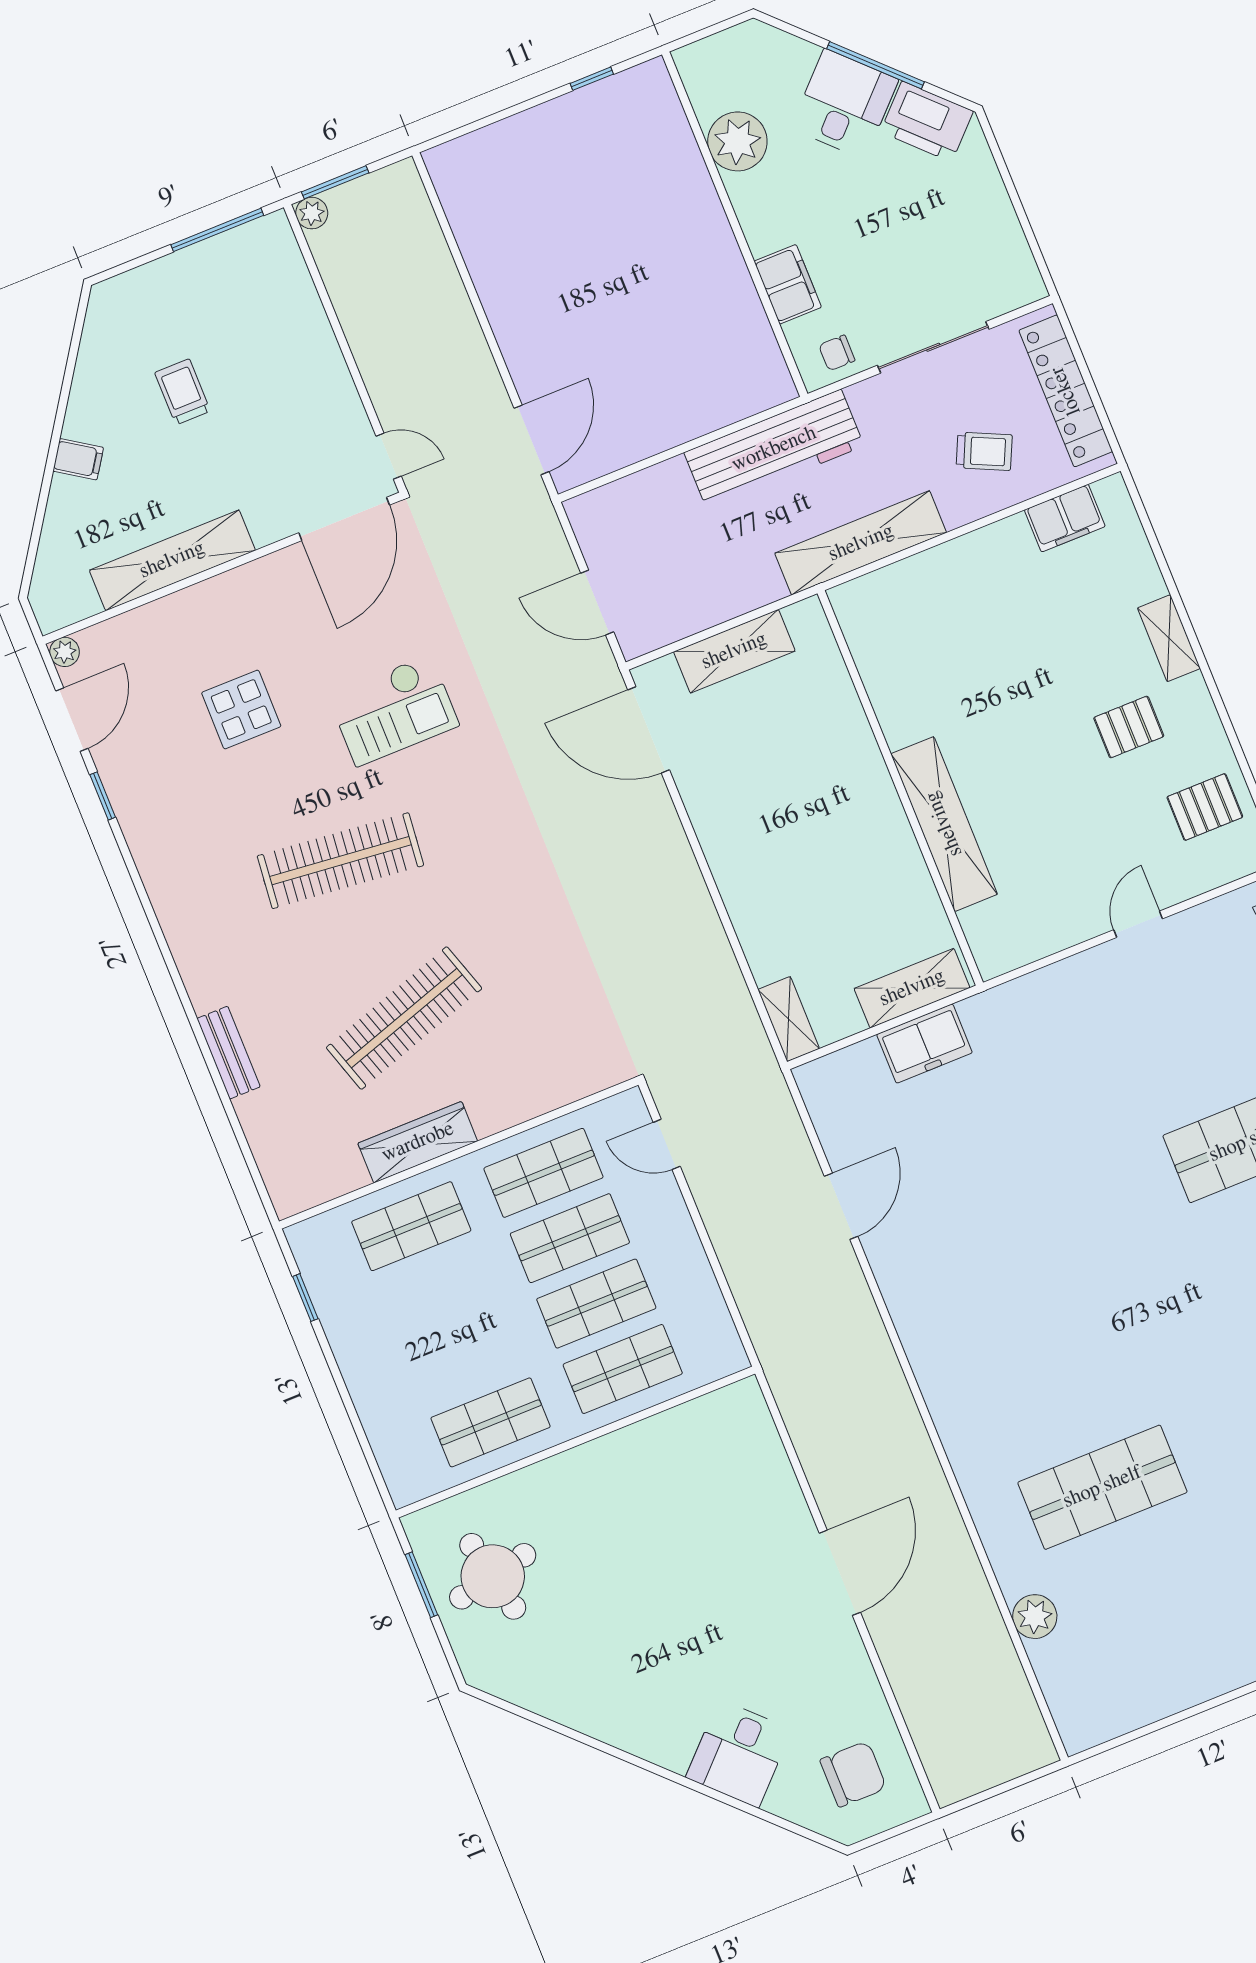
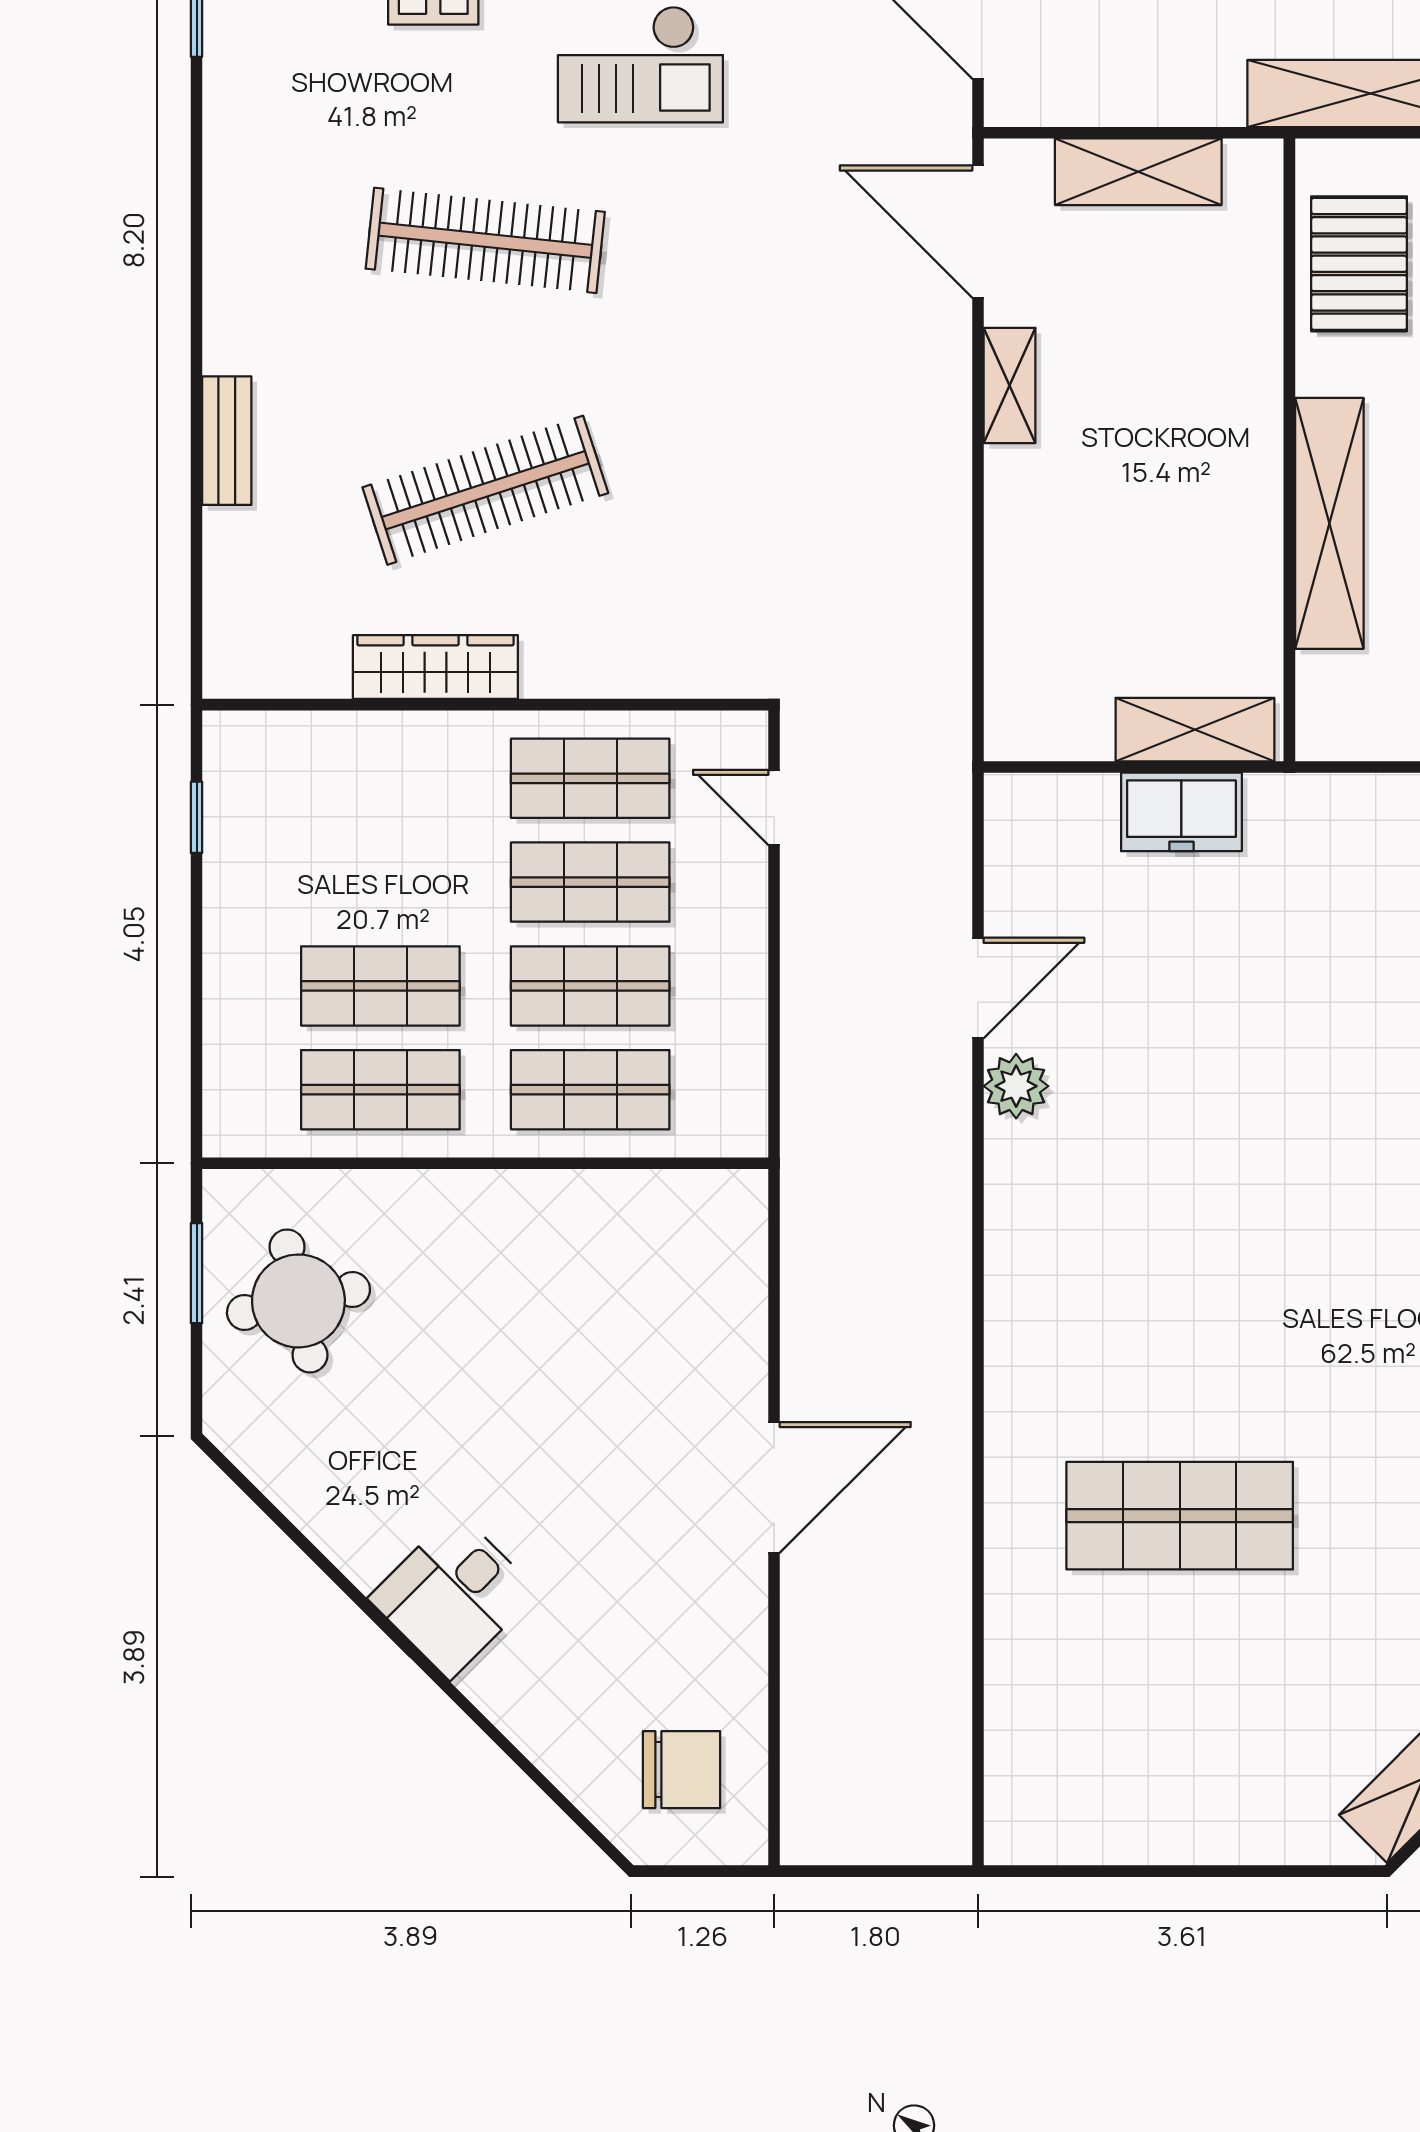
pallet: (897, 653) -> (1359, 264), added
shelving: (789, 1019) -> (1010, 385), moved
shop shelf: (411, 1226) -> (380, 986), moved
plant: (1035, 1617) -> (1016, 1086), moved
desk: (739, 1754) -> (453, 1595), moved

